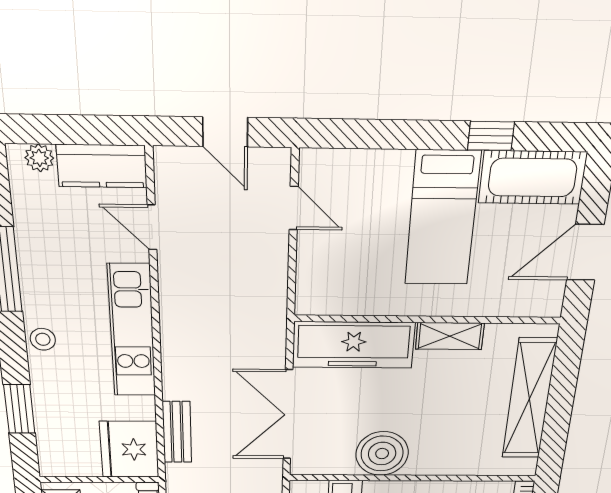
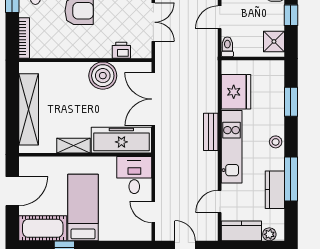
door: (152, 227) -> (220, 201), swing flipped
kitchen counter: (36, 249) -> (275, 190), added
desk: (331, 281) -> (134, 175), added
double door: (288, 415) -> (153, 99), swing flipped
bench: (177, 432) -> (211, 132), moved
fridge: (129, 449) -> (236, 92), moved

